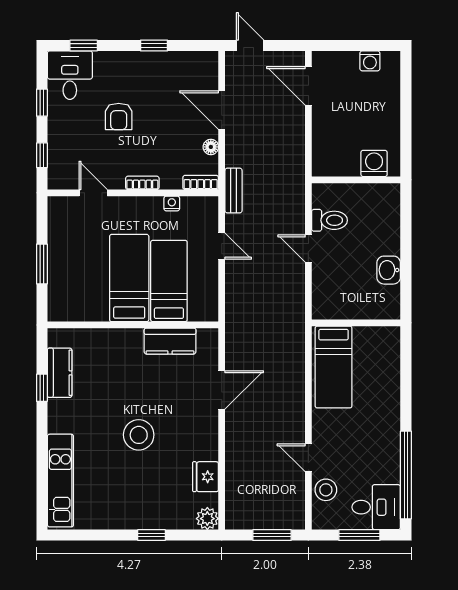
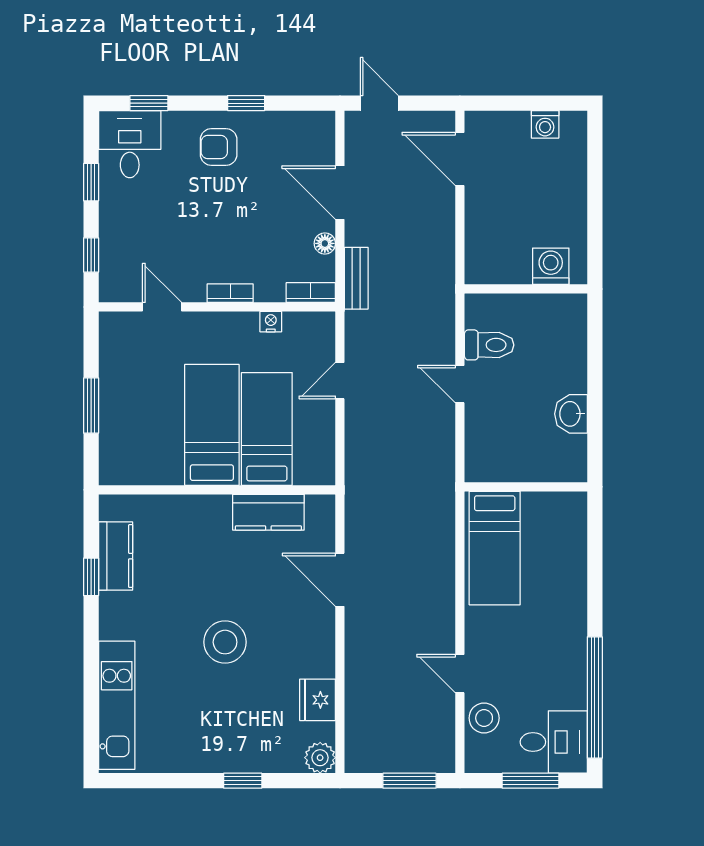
armchair: (119, 117) -> (219, 147), moved, turned 90
bench: (233, 191) -> (356, 278), moved
door: (222, 246) -> (340, 381), swing flipped
door: (222, 390) -> (340, 580), swing flipped

